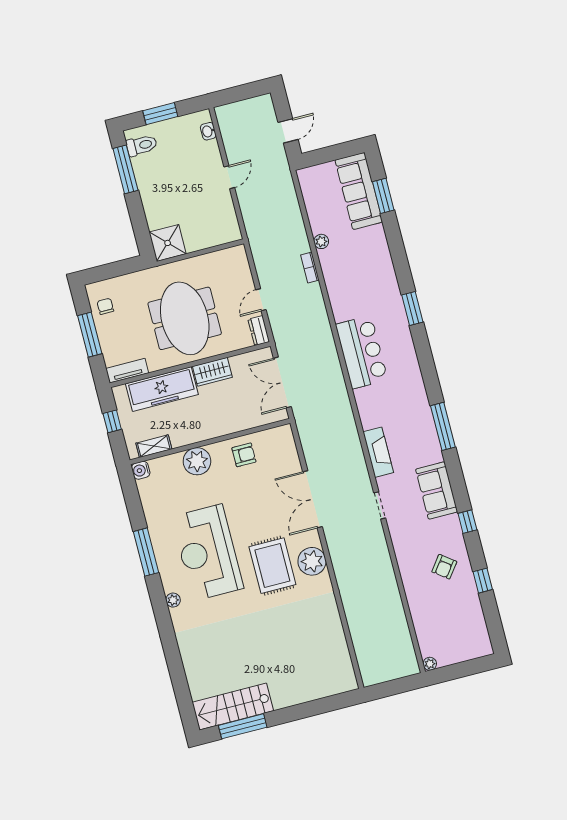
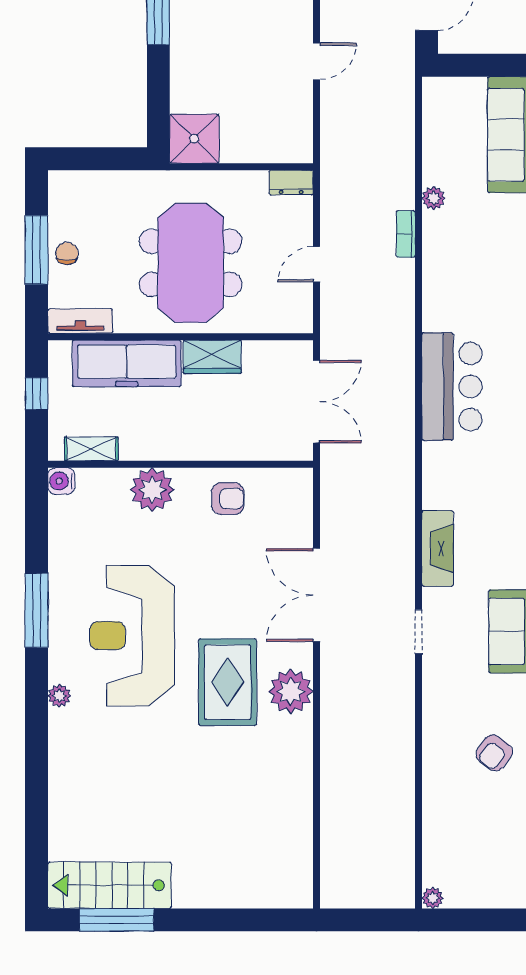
chair: (105, 306) -> (67, 253), moved
dresser: (259, 331) -> (291, 182), moved, turned -90
double door: (282, 382) -> (317, 402), swing flipped

